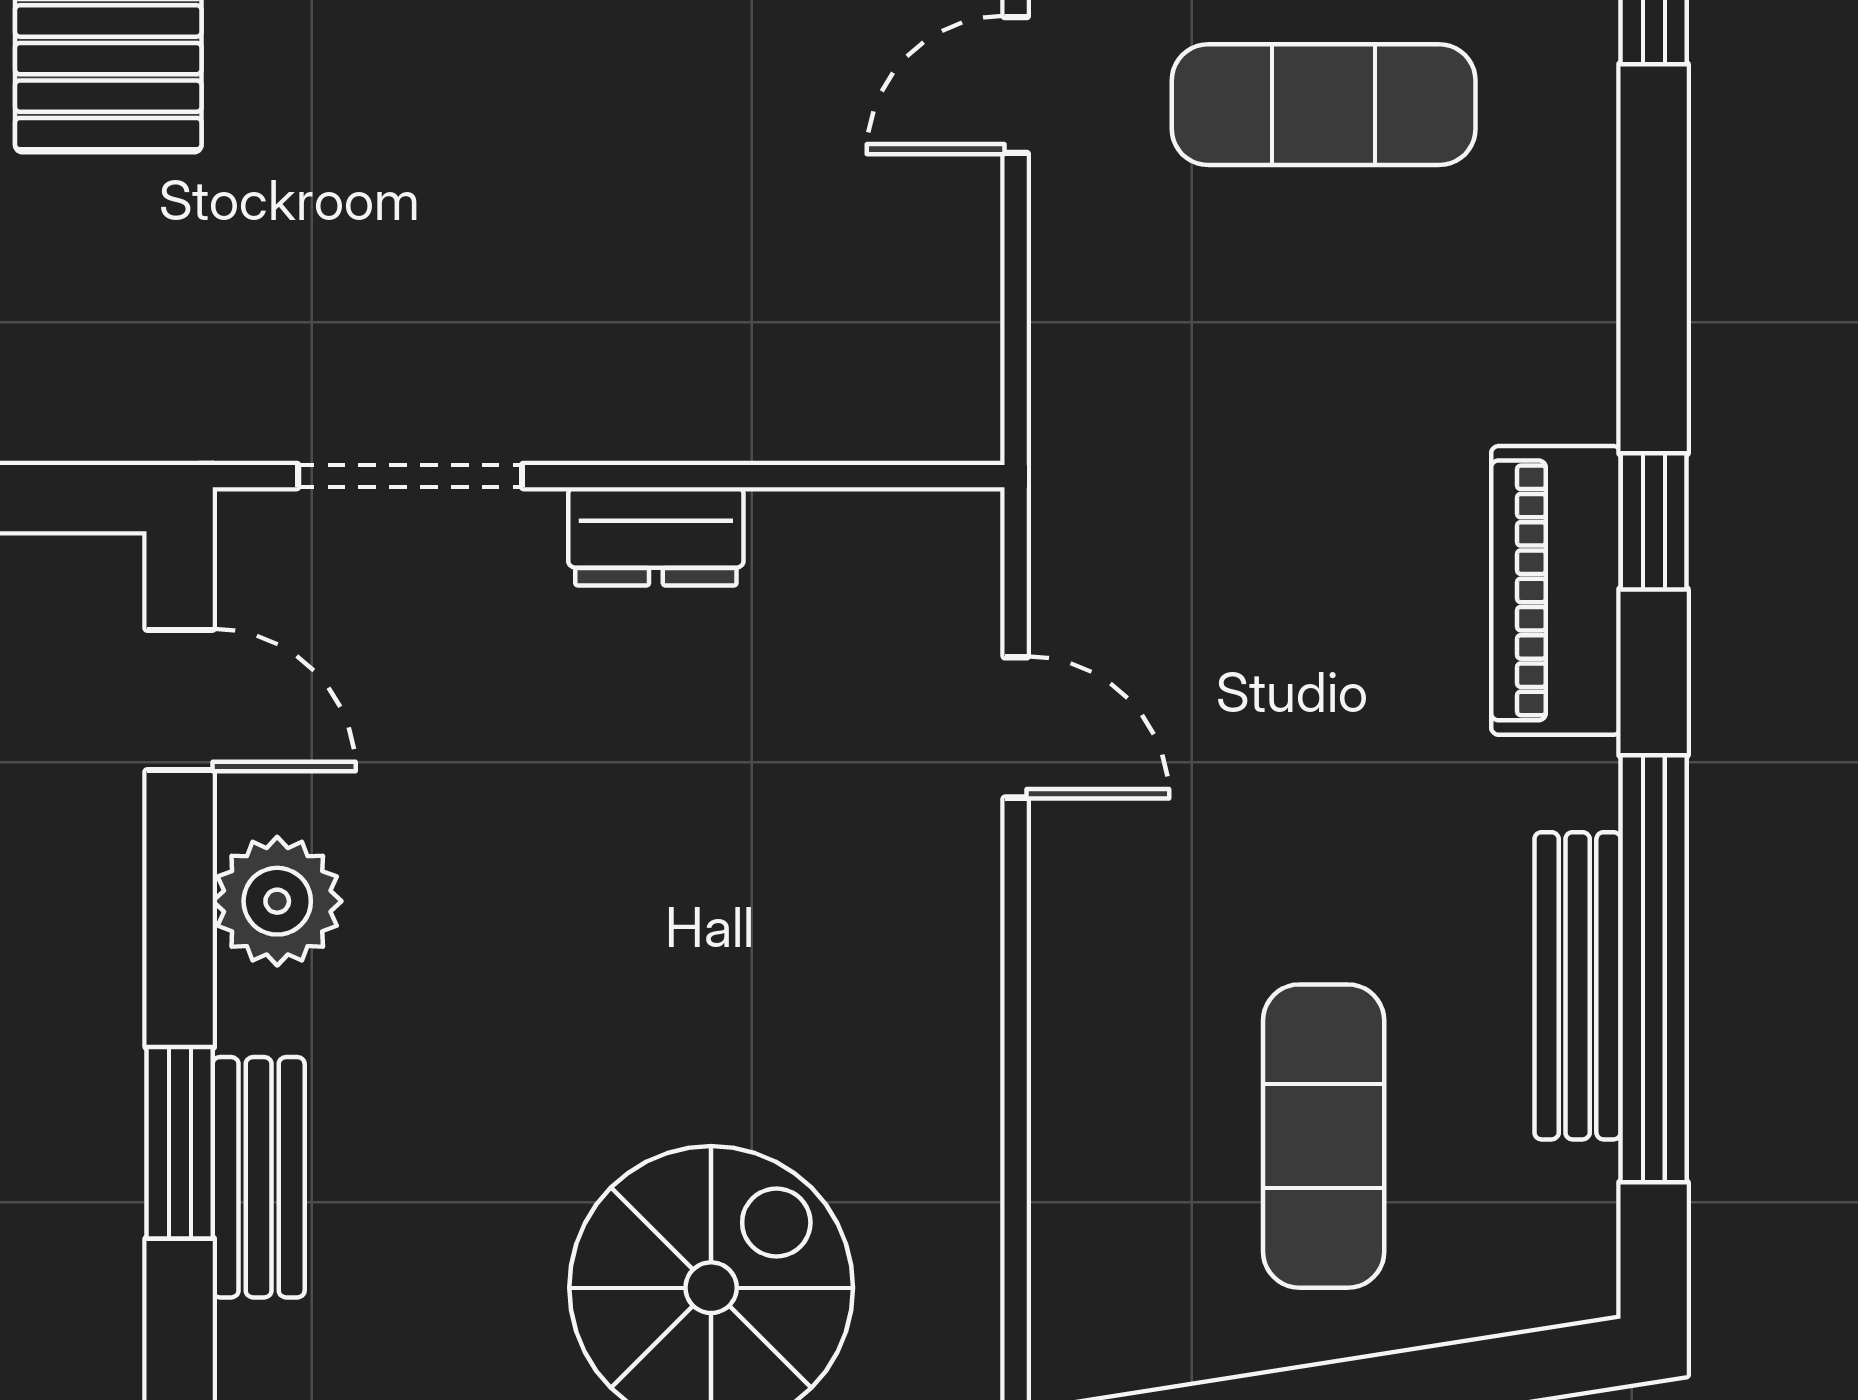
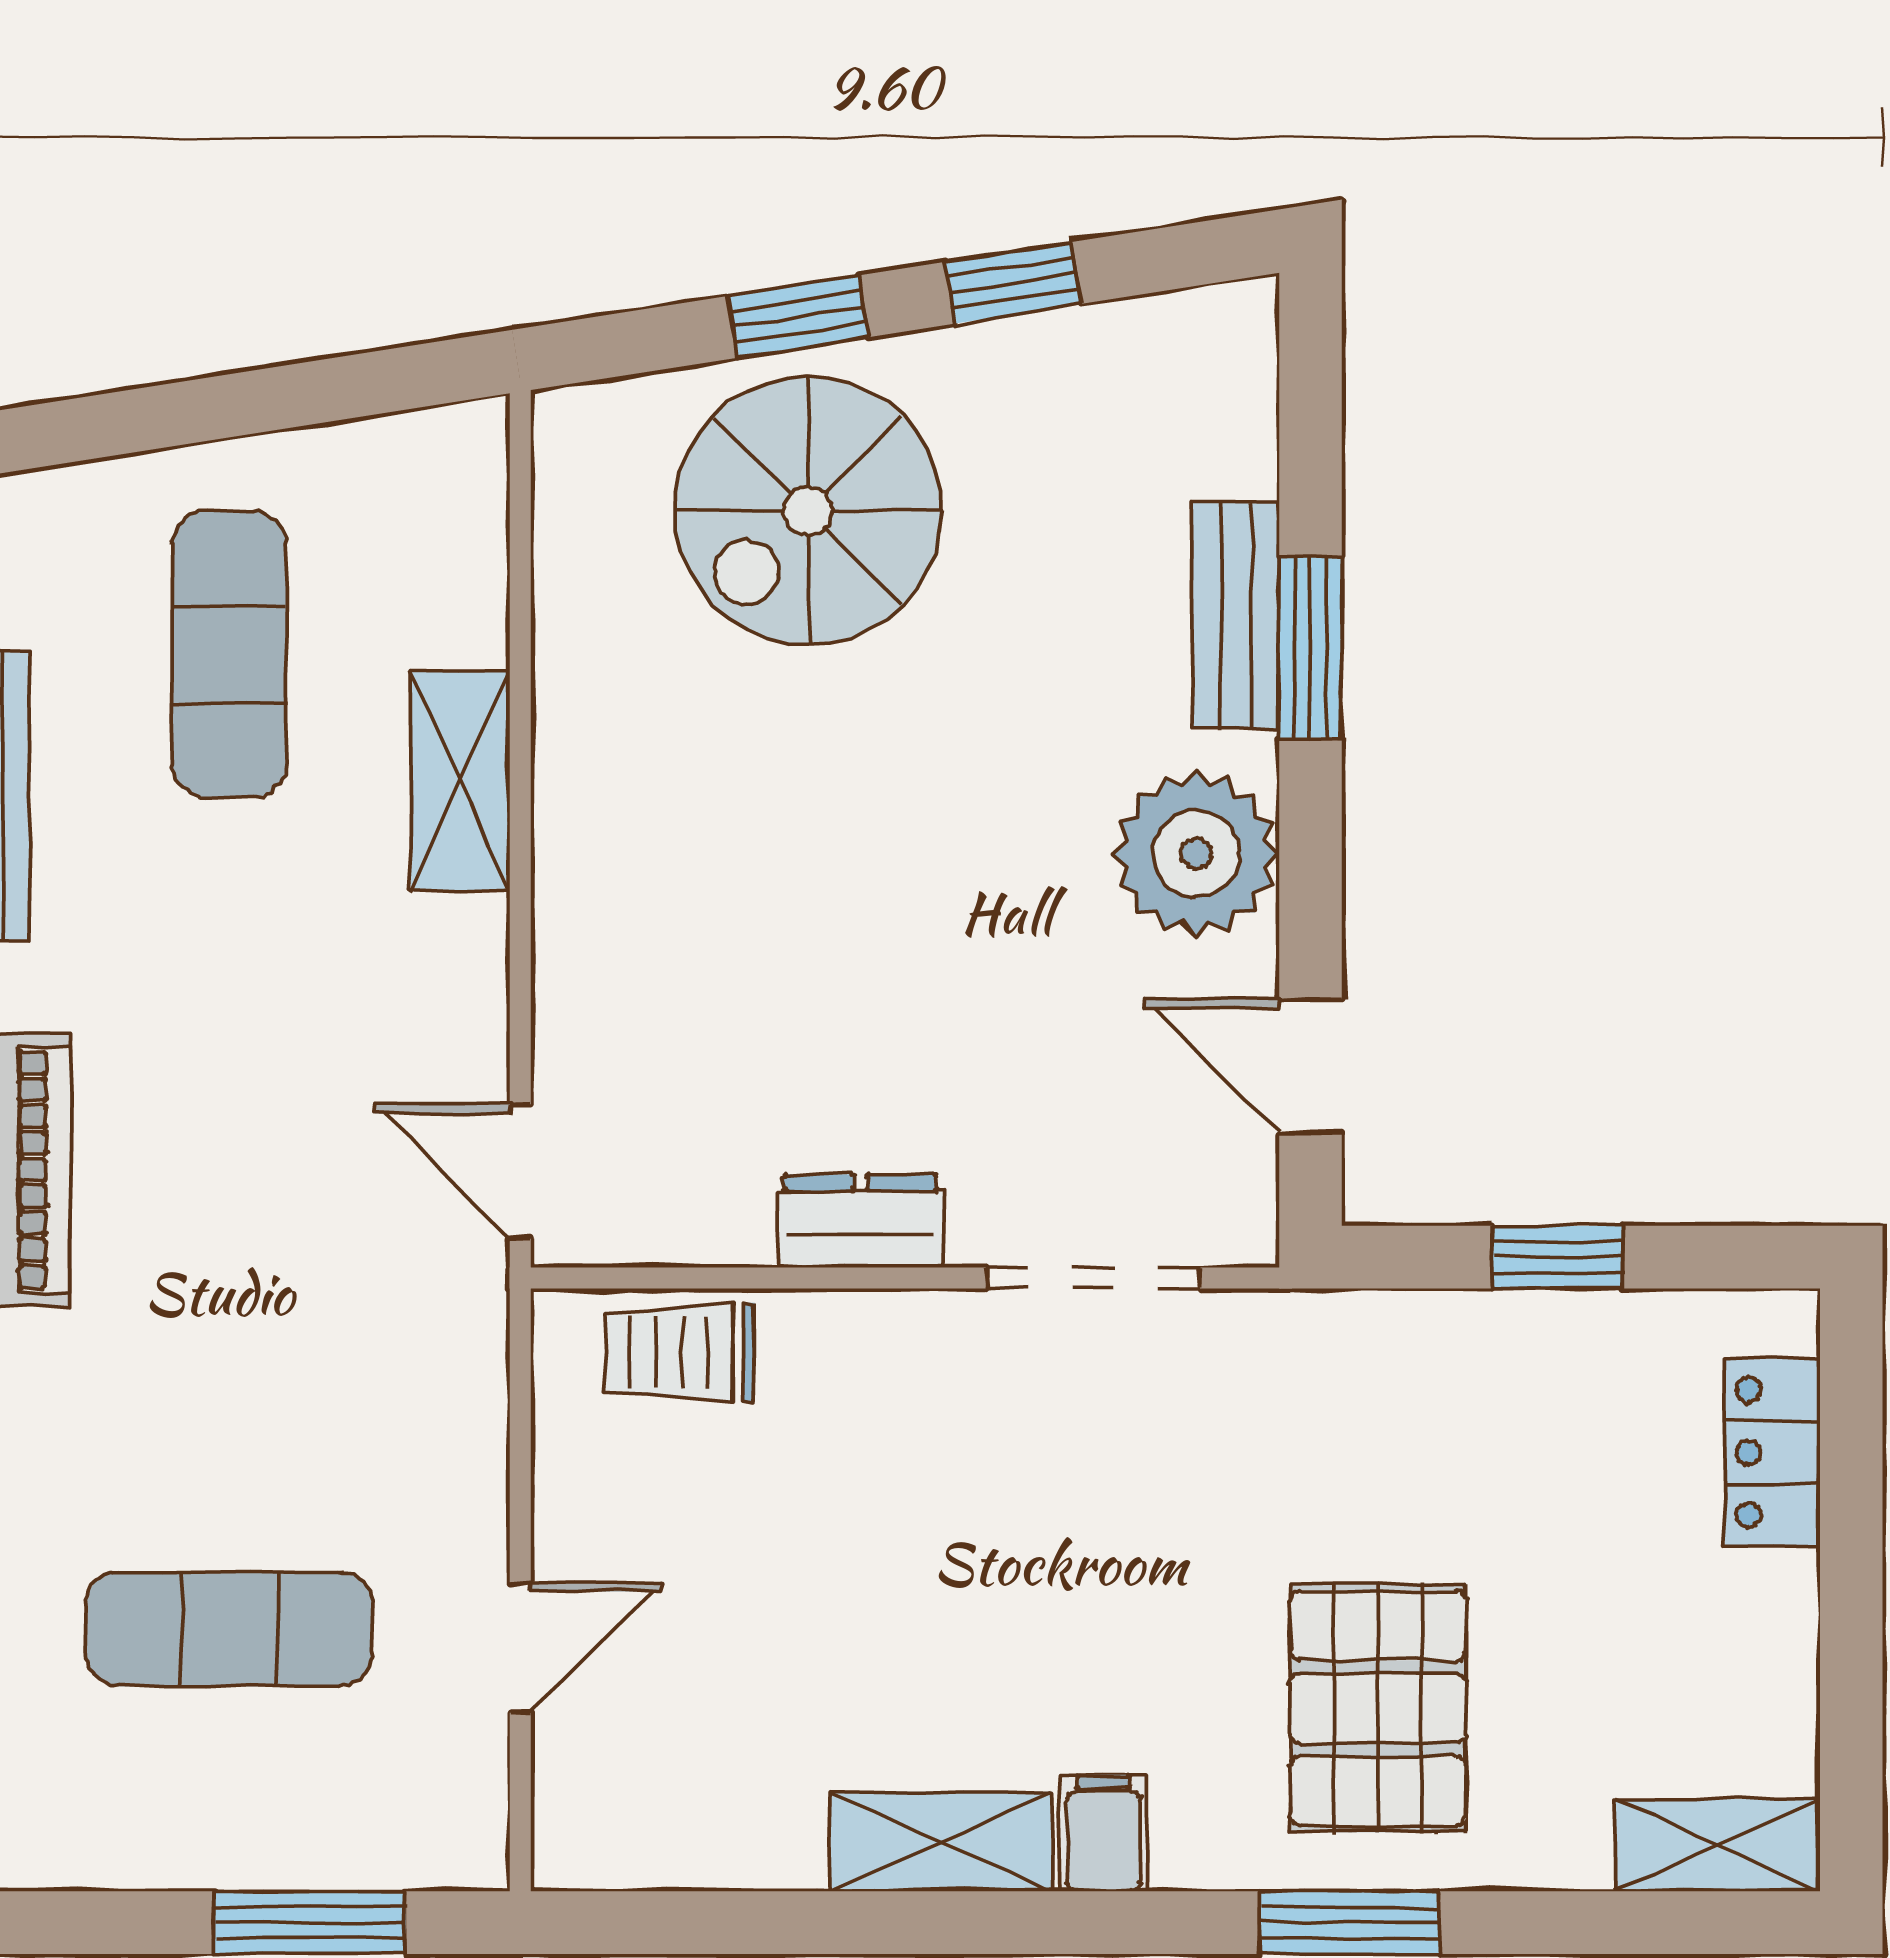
trolley: (847, 397) -> (680, 1352), added
door: (1016, 727) -> (520, 1172), moved
plant: (277, 901) -> (1196, 854), width x1.36, depth x1.36
shelving: (1079, 1002) -> (460, 781), added

